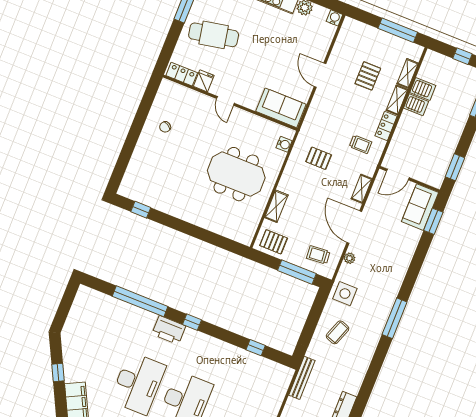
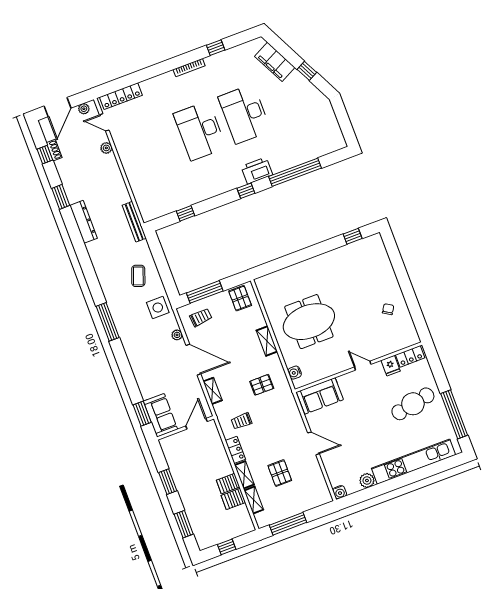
window: (455, 167) -> (168, 482), moved
shelving: (276, 206) -> (267, 341), moved
pallet: (274, 242) -> (240, 298), turned 90

